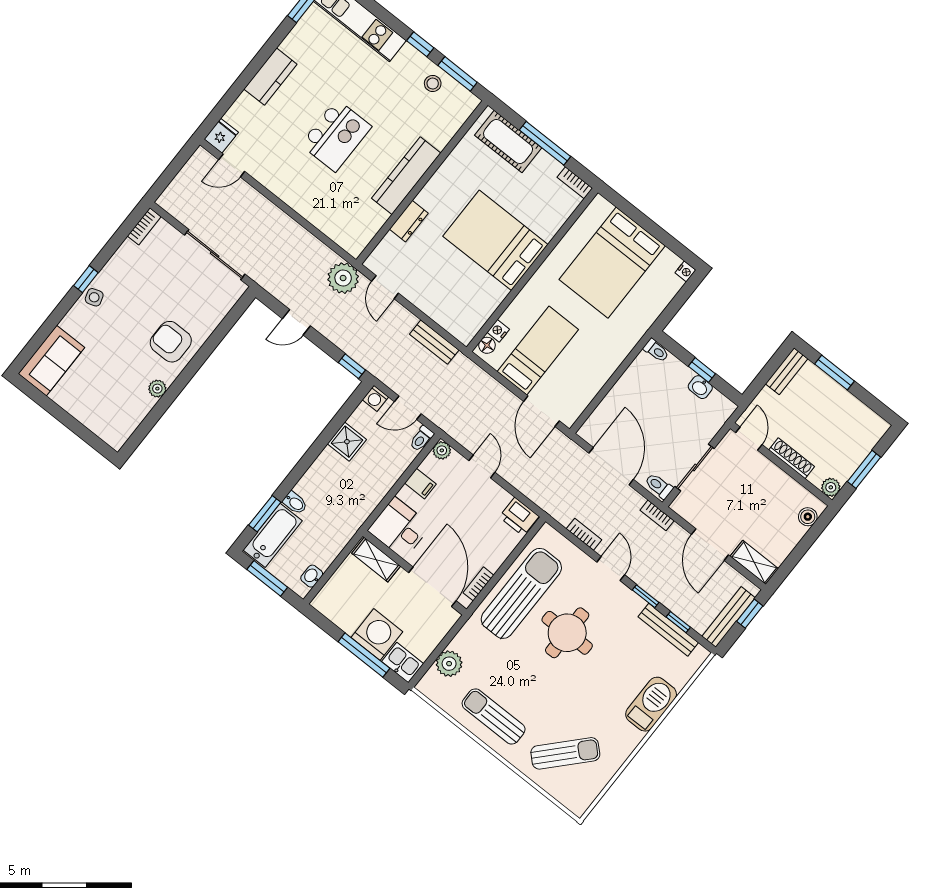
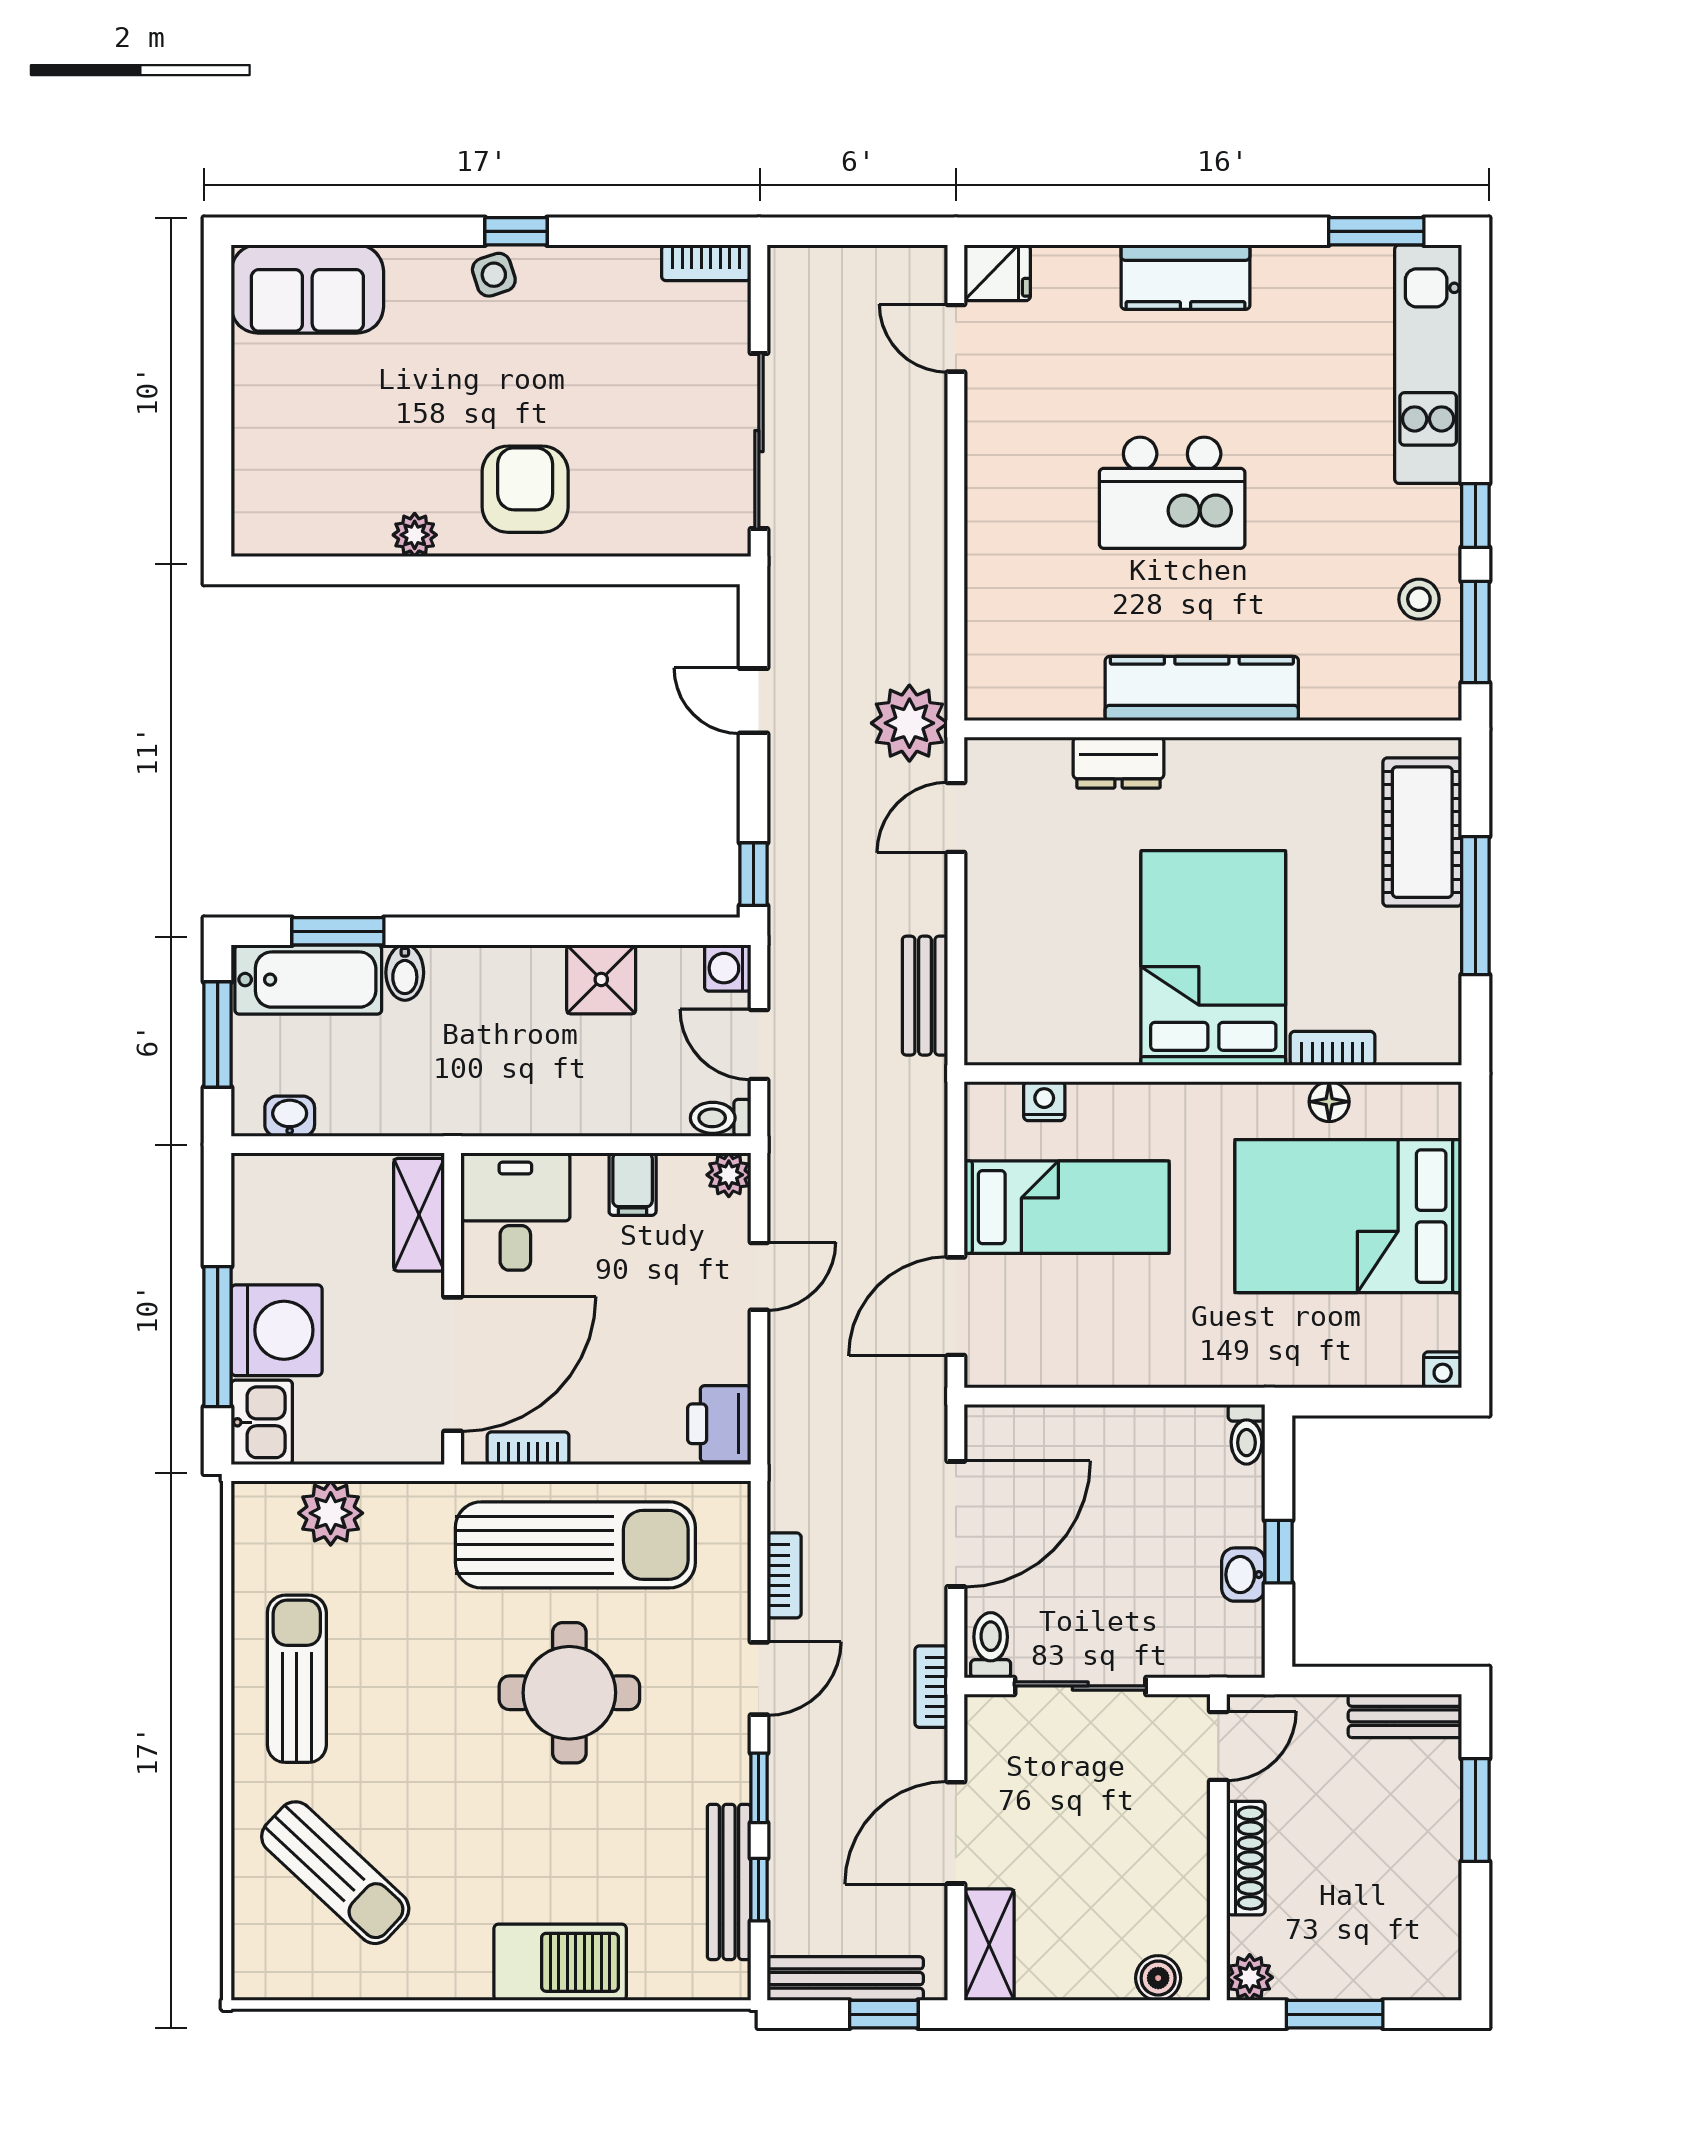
bookcase: (575, 183) -> (1332, 1048), moved, turned 90
floor lamp: (487, 345) -> (1329, 1102), moved

